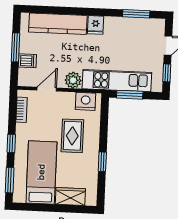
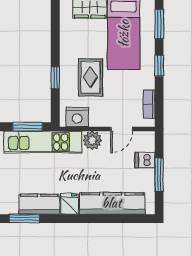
kitchen counter: (122, 26) -> (39, 204), added
window: (102, 162) -> (55, 78), moved

